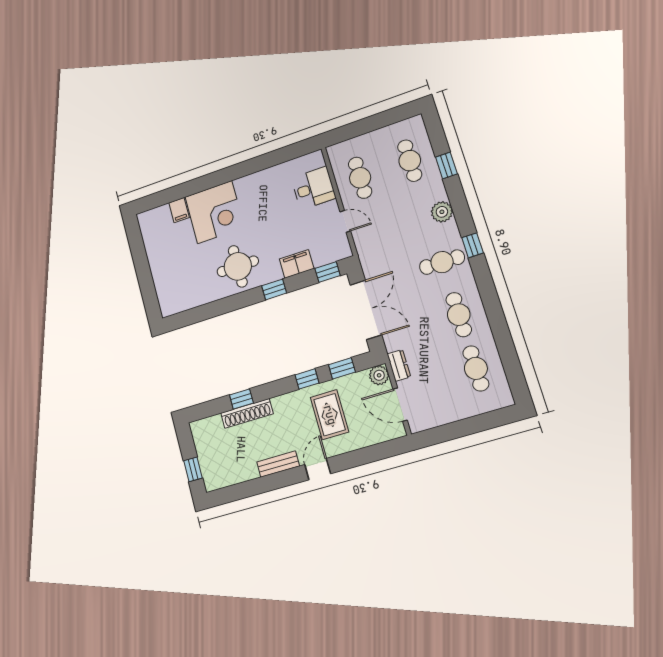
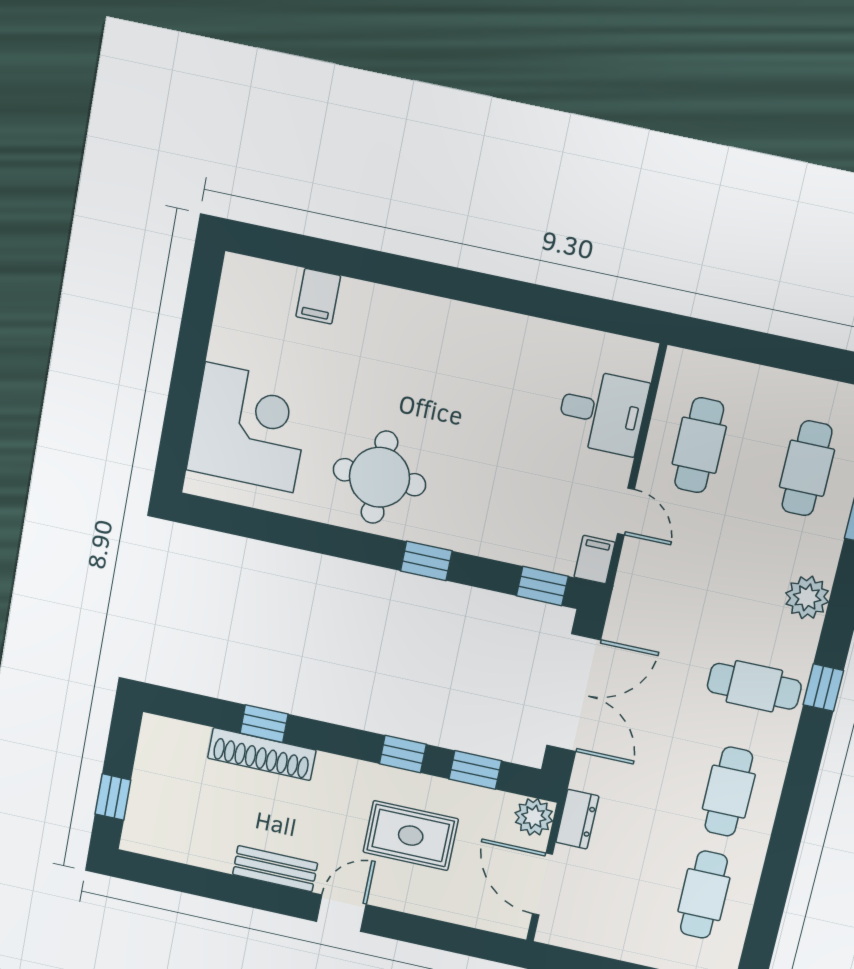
corner desk: (215, 212) -> (249, 427), moved, turned -90
filing cabinet: (297, 264) -> (595, 560), moved, width x0.50
rug: (330, 415) -> (411, 836), turned 90

